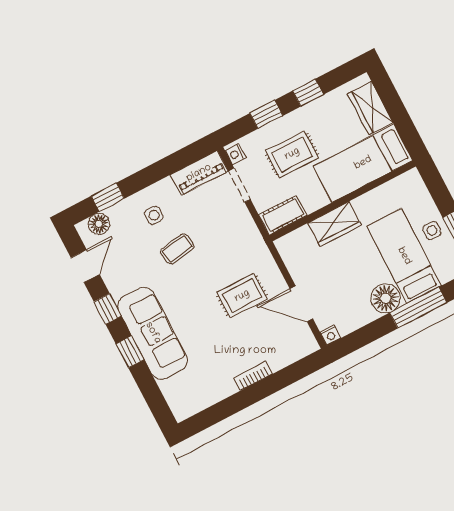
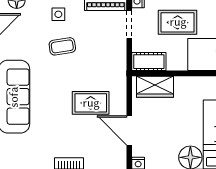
wardrobe: (335, 224) -> (155, 87), moved

